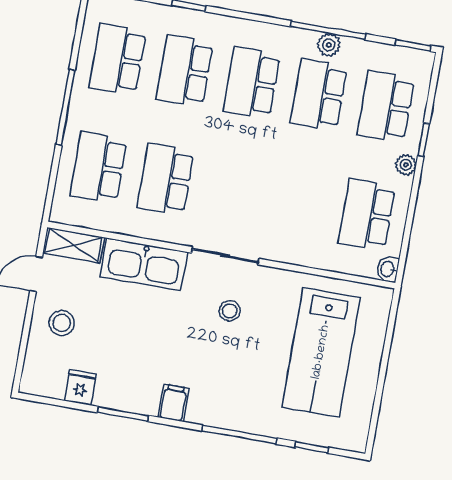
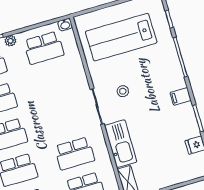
stool: (62, 323) -> (169, 169), removed
lab bench: (321, 352) -> (121, 37), turned 180

